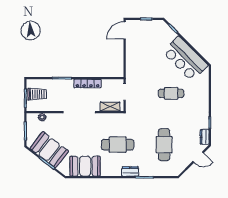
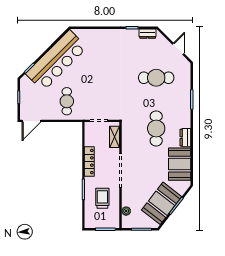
door: (125, 30) -> (31, 121), hinge flipped
bar counter: (185, 59) -> (56, 61), width x1.36
cafe table: (171, 93) -> (67, 101), moved
trolley: (37, 94) -> (102, 198), moved
door: (198, 157) -> (178, 49), moved
dresser: (130, 171) -> (185, 138), moved

